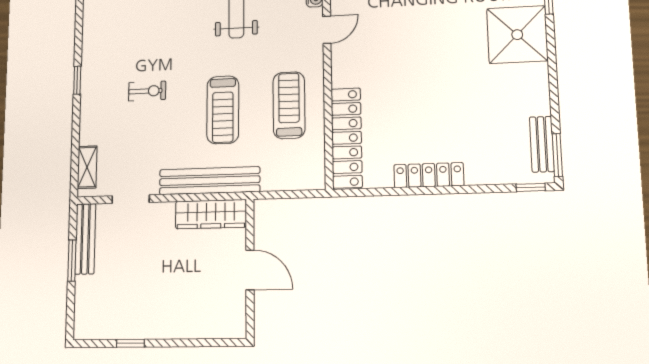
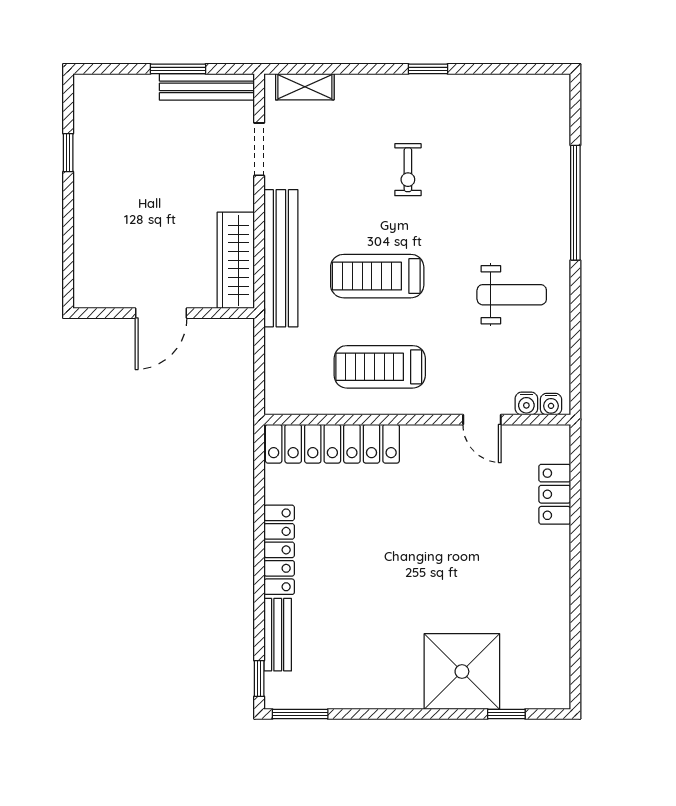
treadmill: (289, 105) -> (380, 367), turned 180
bench: (542, 144) -> (278, 635), moved, turned 90

